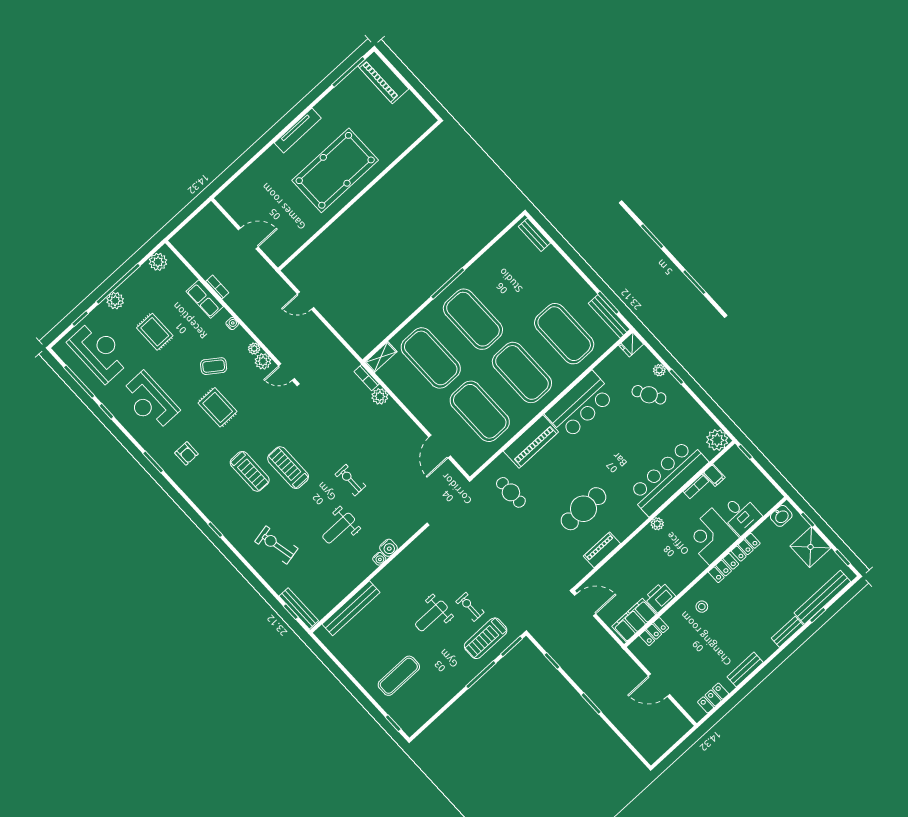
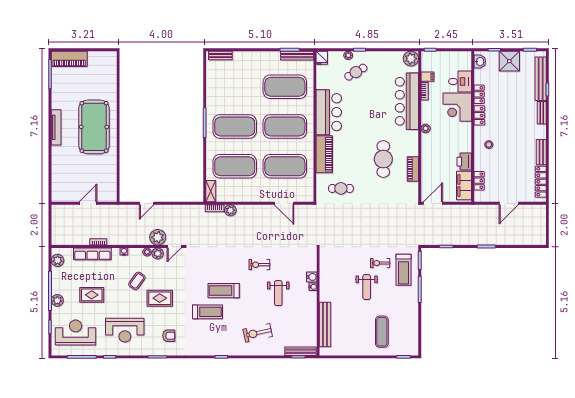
row of seats: (205, 299) -> (92, 254), width x1.48
plant: (280, 346) -> (158, 237), added
locker: (713, 698) -> (541, 182), width x1.53

